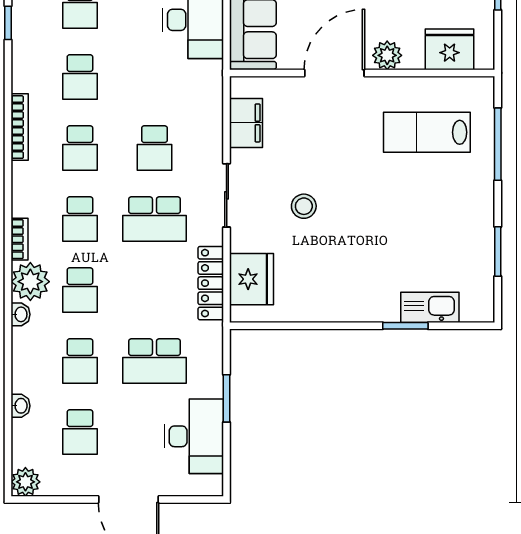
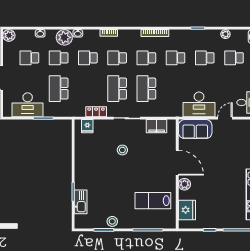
lab bench: (427, 132) -> (153, 201), turned -90
school desk: (154, 148) -> (146, 89), width x1.85
stool: (477, 231) -> (112, 221), added
fridge: (252, 279) -> (87, 126), width x0.53, depth x0.75
plant: (30, 282) -> (64, 37), moved
locker: (211, 283) -> (96, 112), width x0.66

